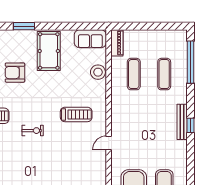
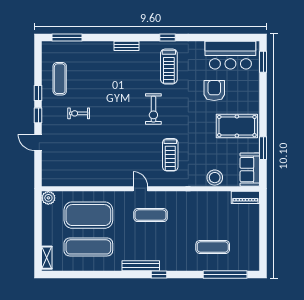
window: (24, 26) -> (263, 148), moved
exercise mat: (134, 74) -> (151, 215), moved
bench: (182, 122) -> (141, 266), moved
exercise bike: (33, 131) -> (153, 109), width x1.38, depth x1.39

